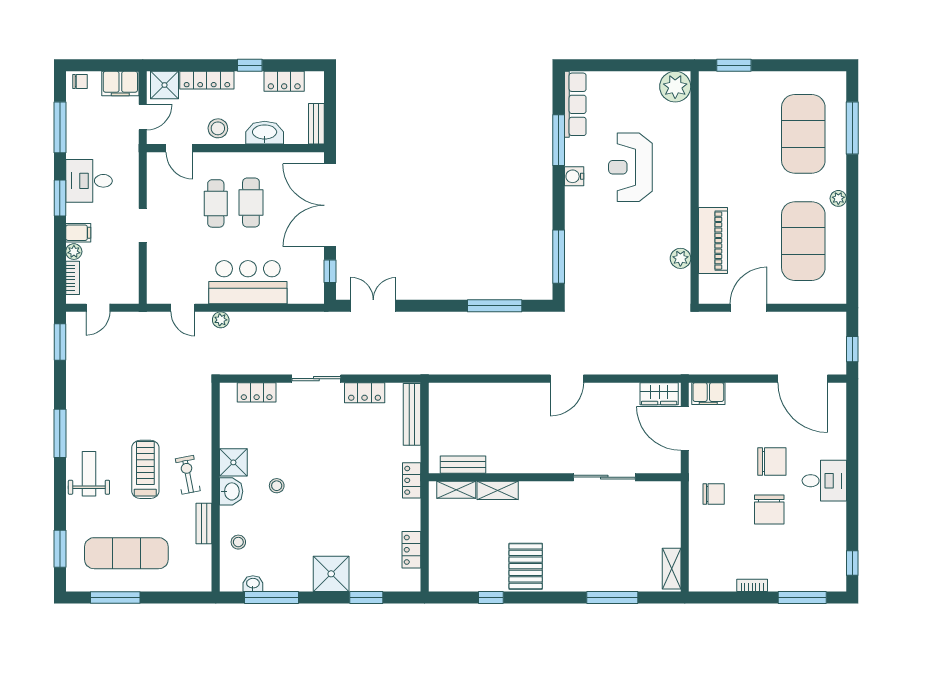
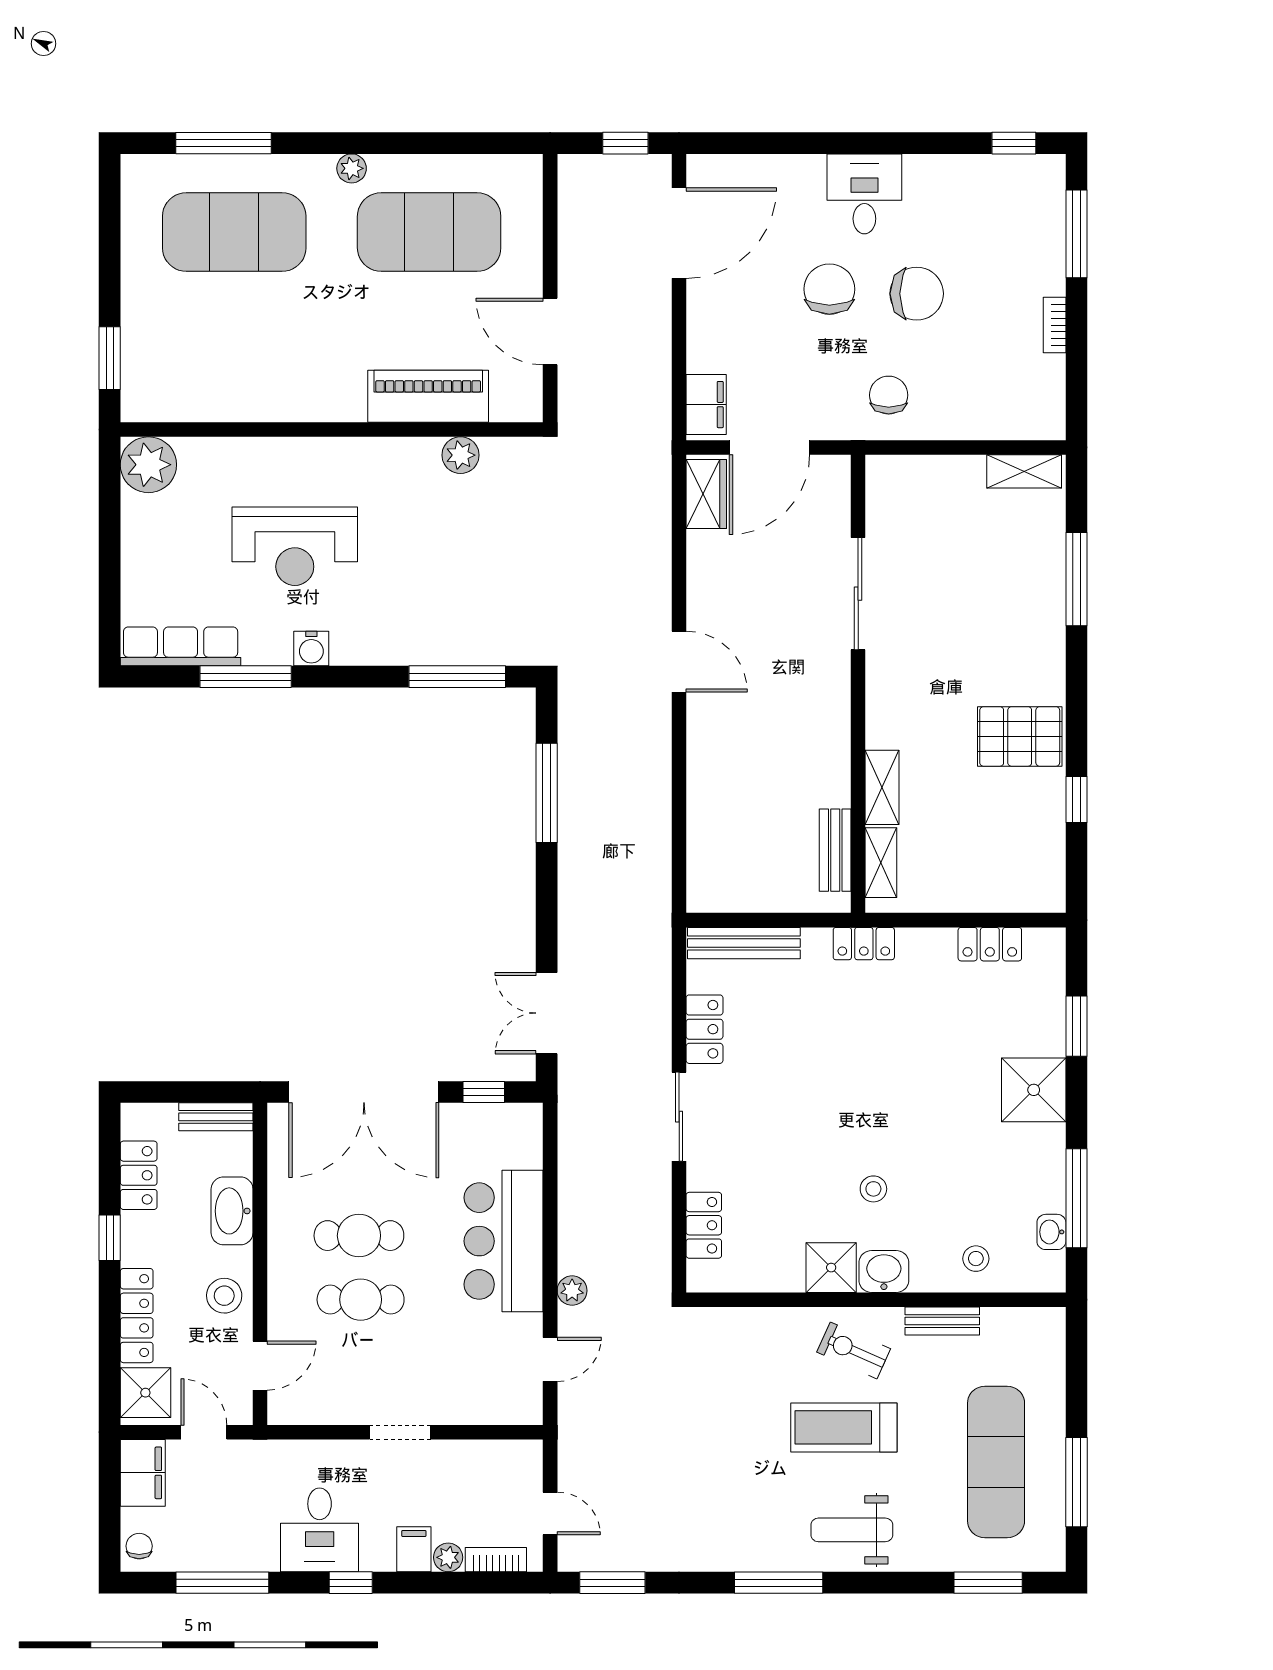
window: (60, 198) -> (351, 1583), width x0.67
exercise bike: (188, 475) -> (854, 1350), turned 35

